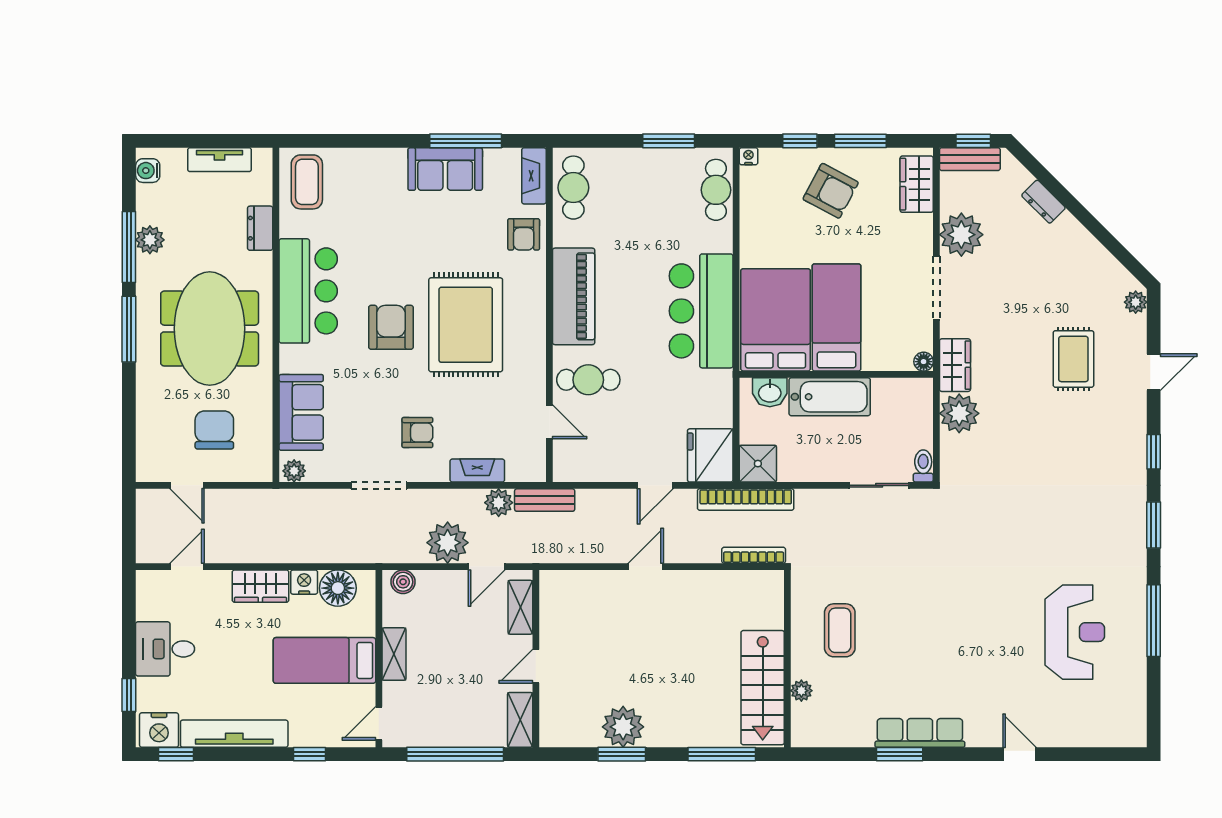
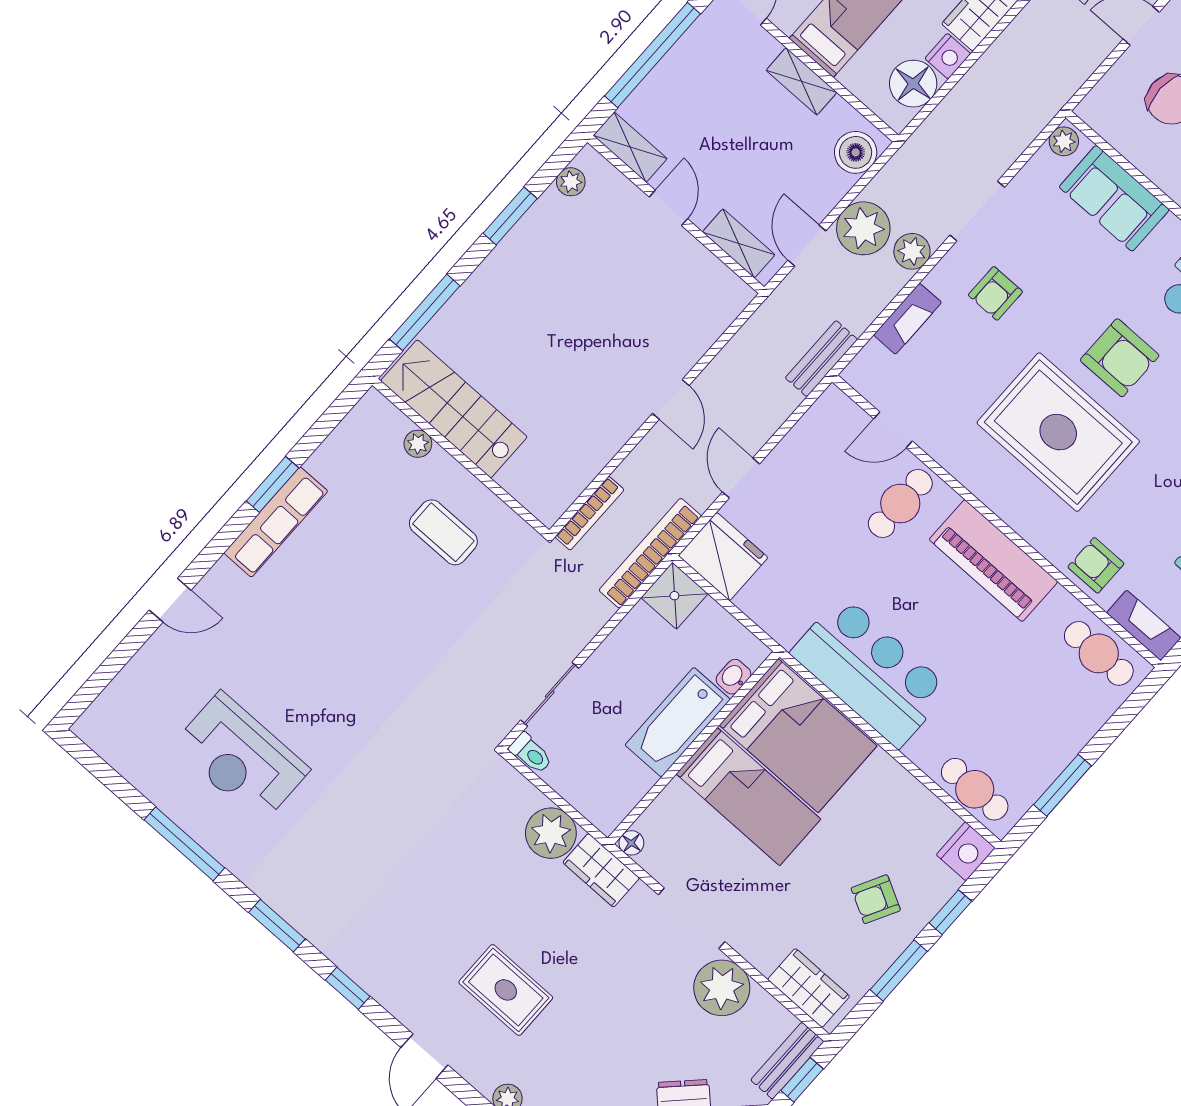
nightstand: (748, 156) -> (966, 851), width x1.89, depth x1.79
armchair: (831, 191) -> (876, 899), width x0.72, depth x0.72
washbasin: (770, 392) -> (733, 677), width x0.72, depth x0.69
plant: (499, 503) -> (912, 251), moved
boiler: (403, 582) -> (856, 152), width x1.36, depth x1.36
plant: (623, 727) -> (571, 182), moved, width x0.53, depth x0.53

